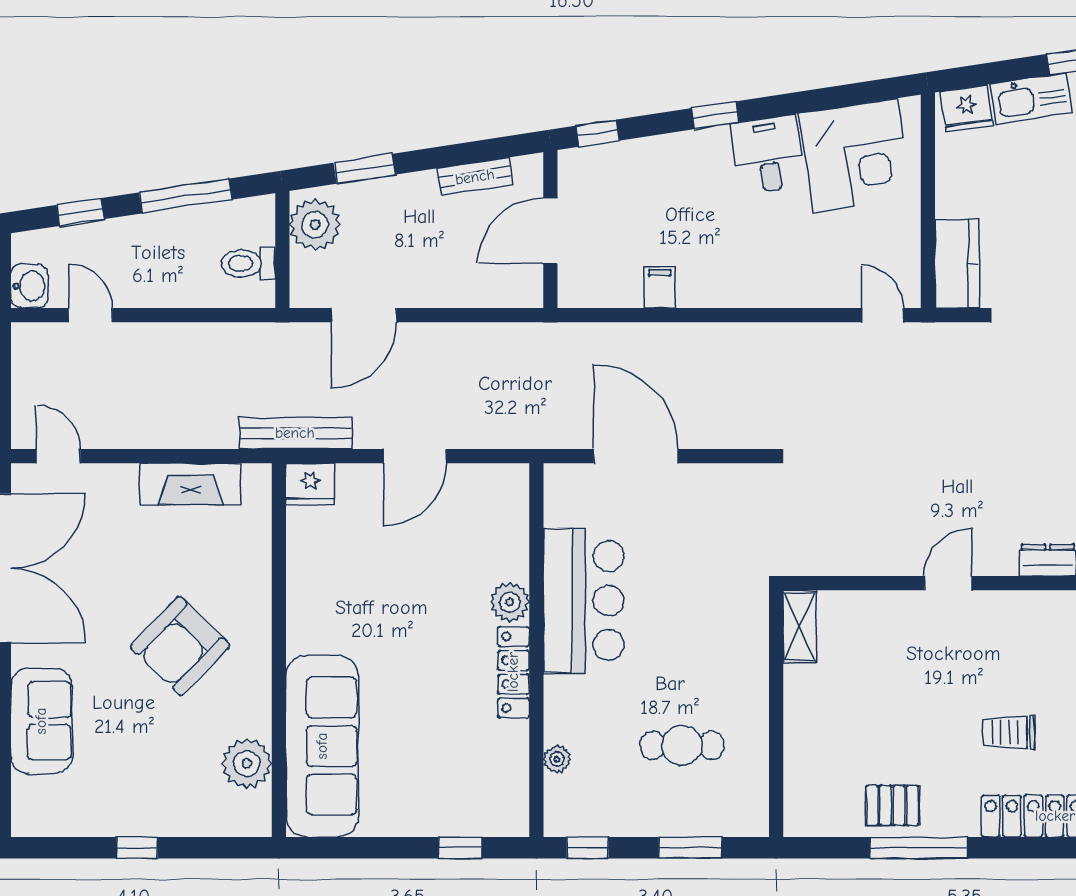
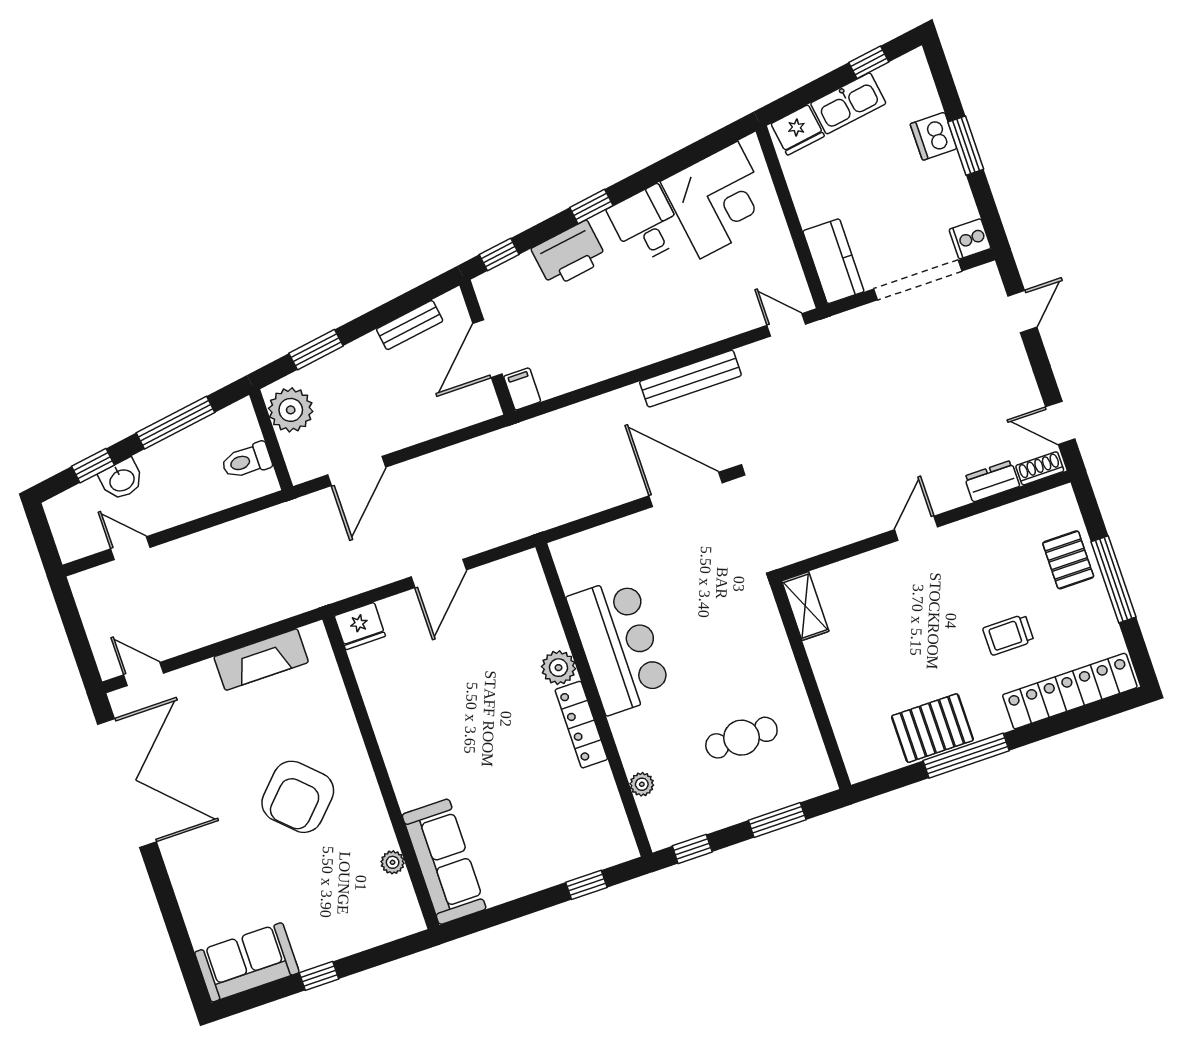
printer: (674, 159) -> (569, 254), added
washbasin: (29, 286) -> (122, 480), moved, turned 81
filing cabinet: (660, 287) -> (522, 389), moved
bench: (295, 433) -> (690, 379), moved
door: (636, 456) -> (686, 489), moved
sofa: (41, 721) -> (247, 962), moved, turned -90
sofa: (322, 746) -> (444, 862), width x0.74, depth x0.79
plant: (247, 764) -> (393, 862), width x0.53, depth x0.53
pallet: (892, 805) -> (932, 728), width x1.50, depth x1.42

